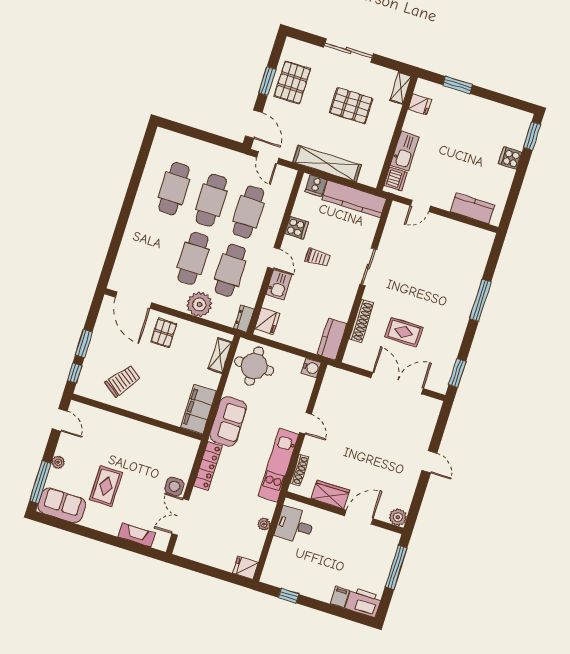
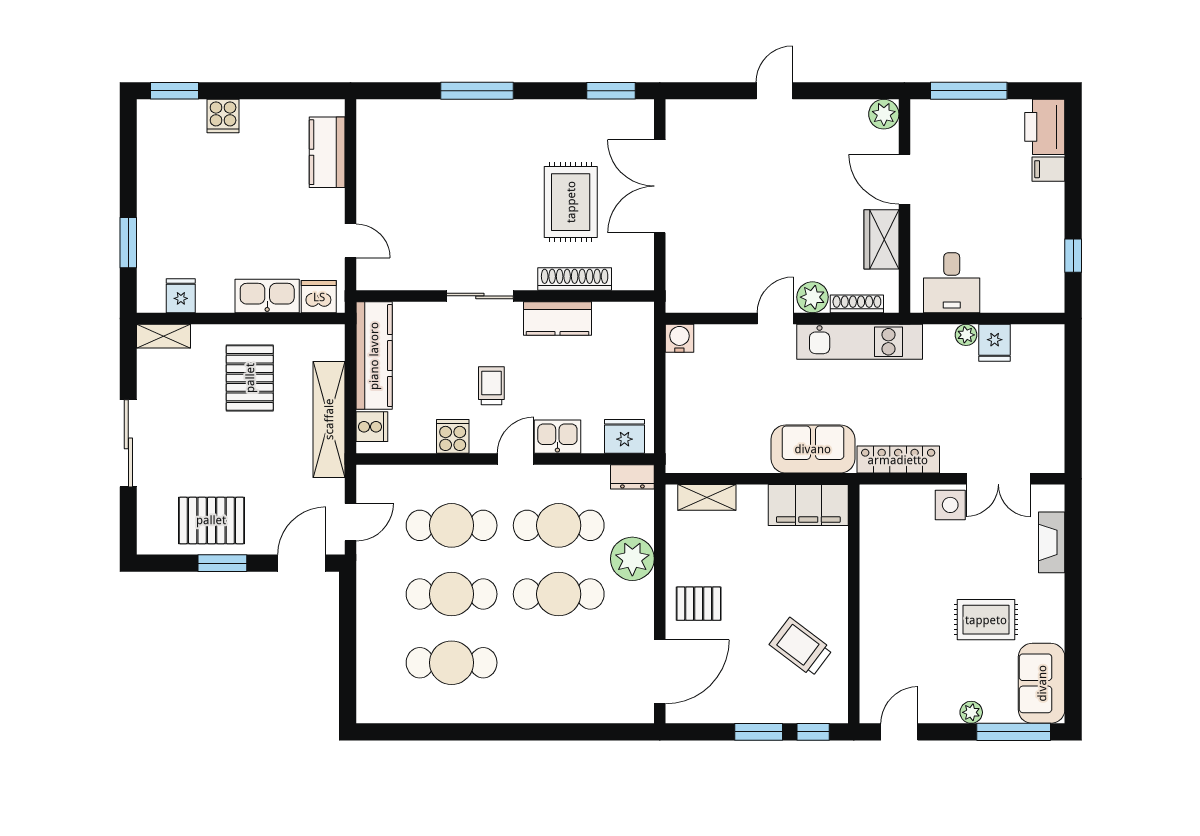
pallet: (351, 105) -> (250, 378), moved
rug: (404, 332) -> (571, 202), width x1.36, depth x1.43
kitchen counter: (332, 339) -> (558, 319), moved
round table: (254, 366) -> (707, 435), removed
plant: (311, 447) -> (813, 297), added
fridge: (245, 568) -> (995, 343), moved

